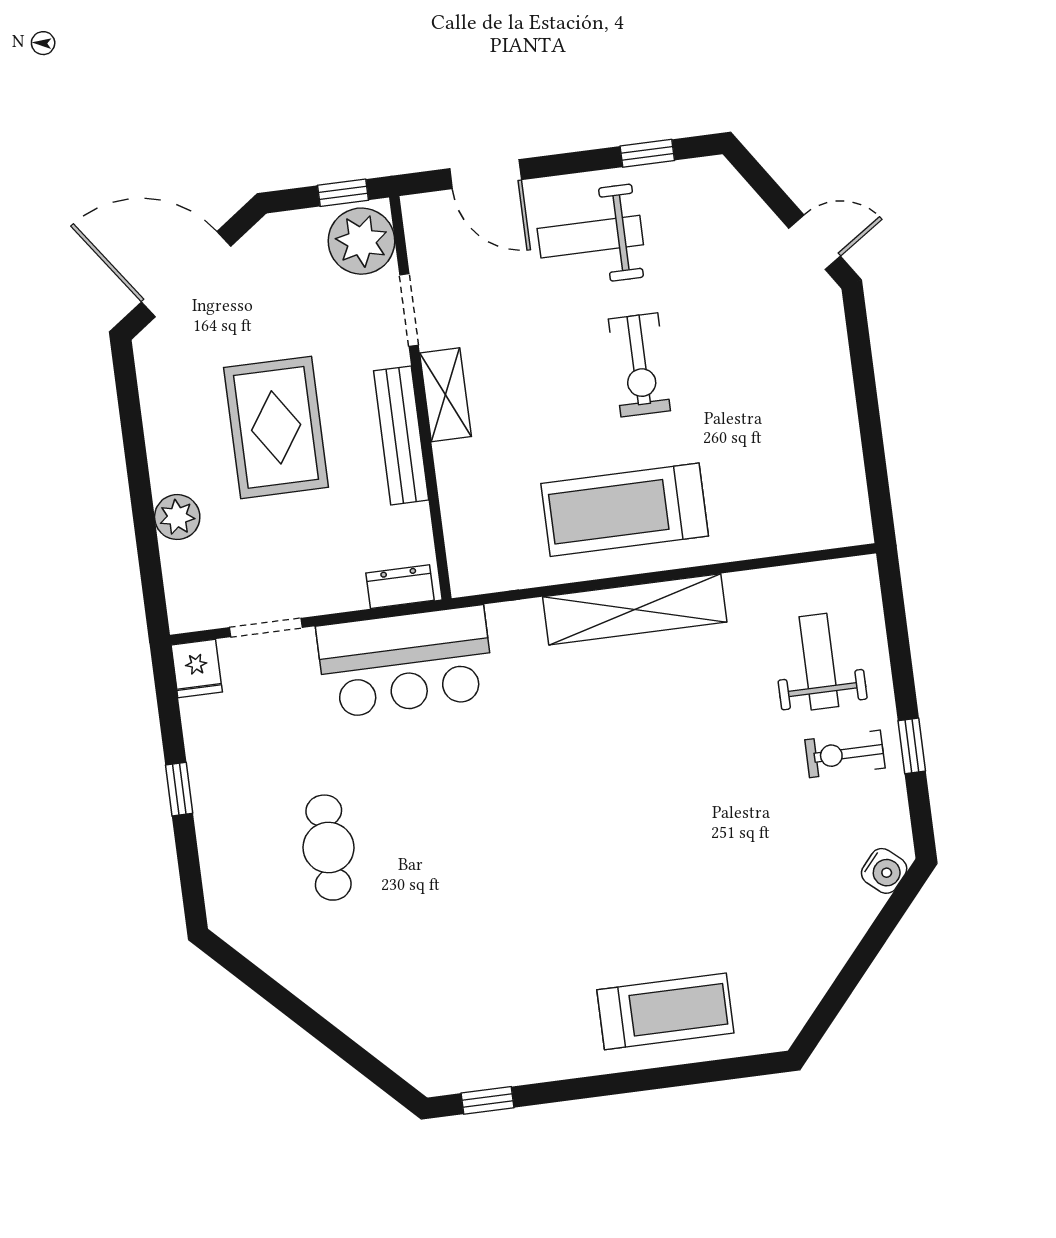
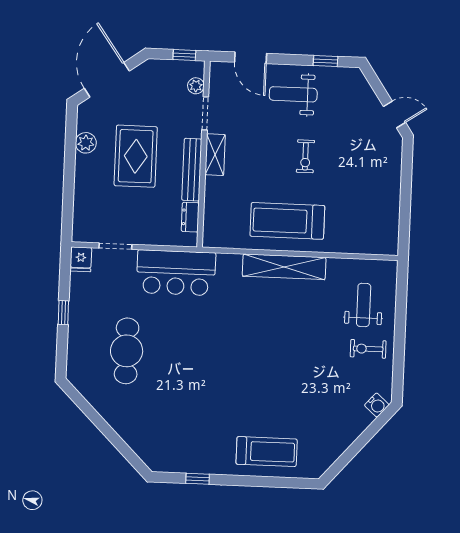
plant: (361, 241) -> (196, 86), width x0.53, depth x0.53
door: (186, 274) -> (107, 80), hinge flipped
exercise bike: (639, 365) -> (305, 156), width x0.73, depth x0.72
plant: (177, 517) -> (86, 143), moved
dresser: (400, 587) -> (190, 217), moved, turned -90
window: (912, 746) -> (399, 350), removed
cafe table: (329, 848) -> (127, 351), width x1.37, depth x1.35
window: (488, 1100) -> (198, 479), moved

